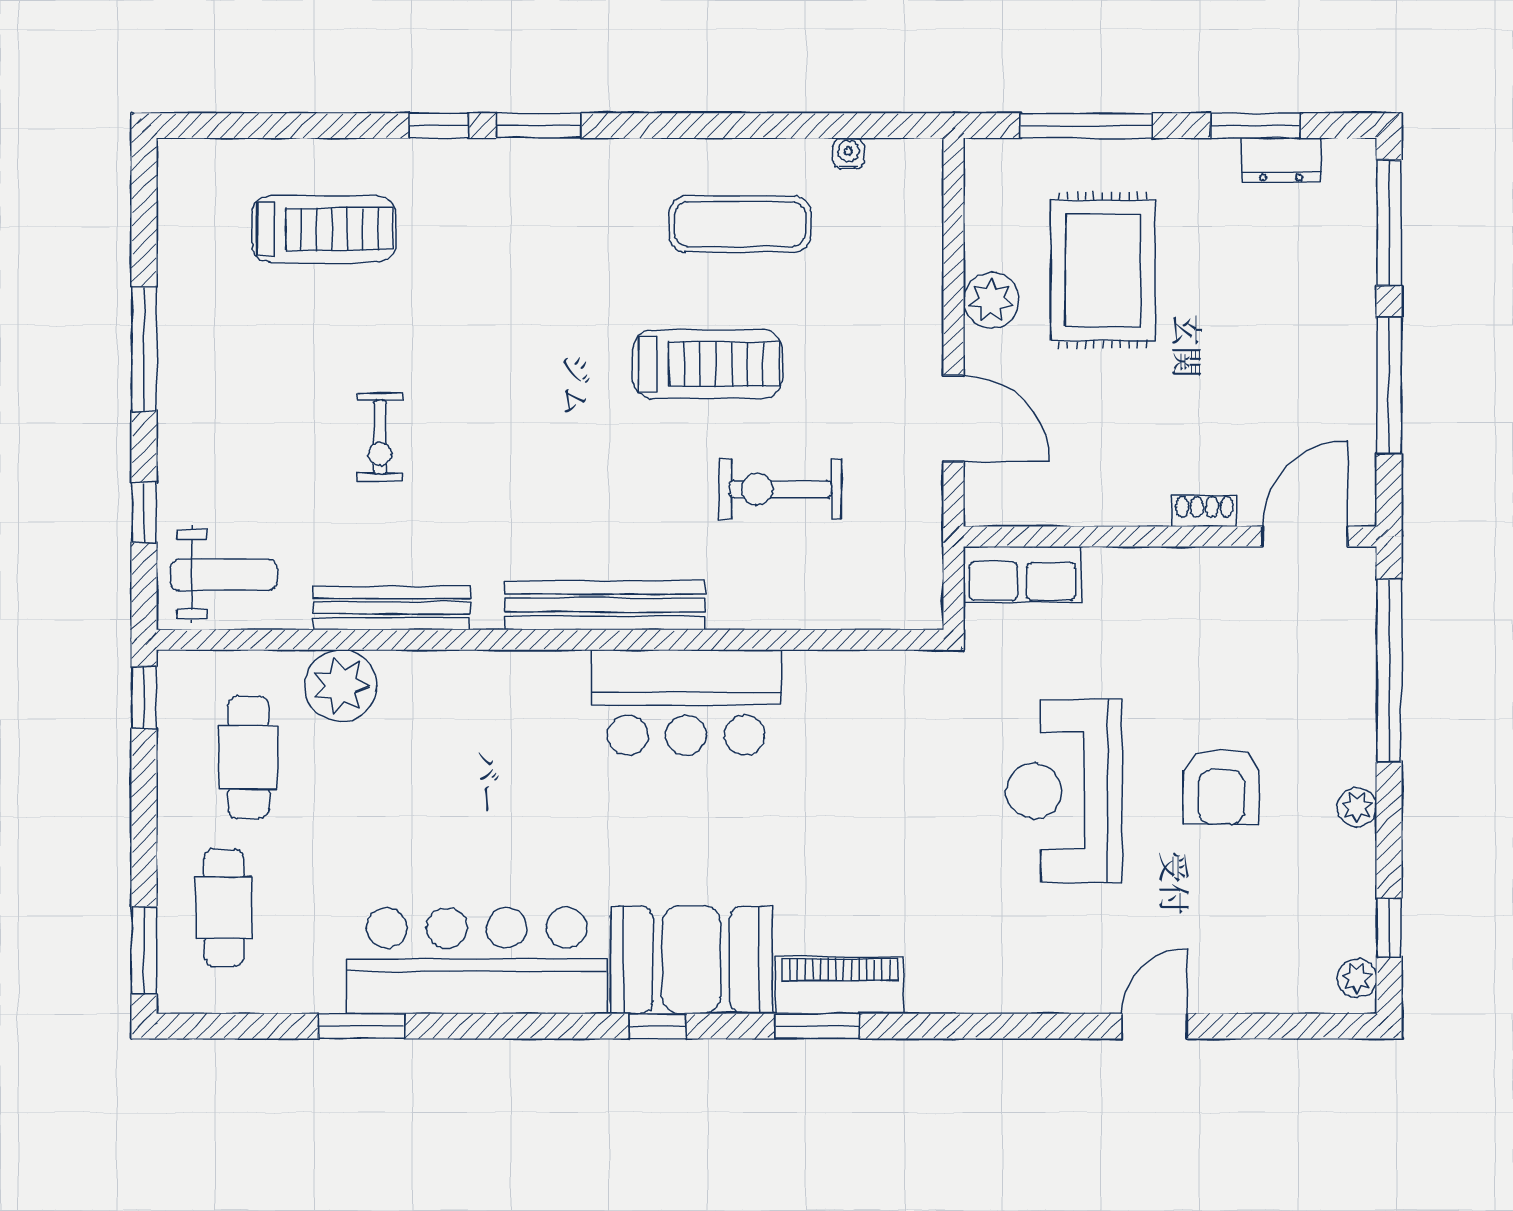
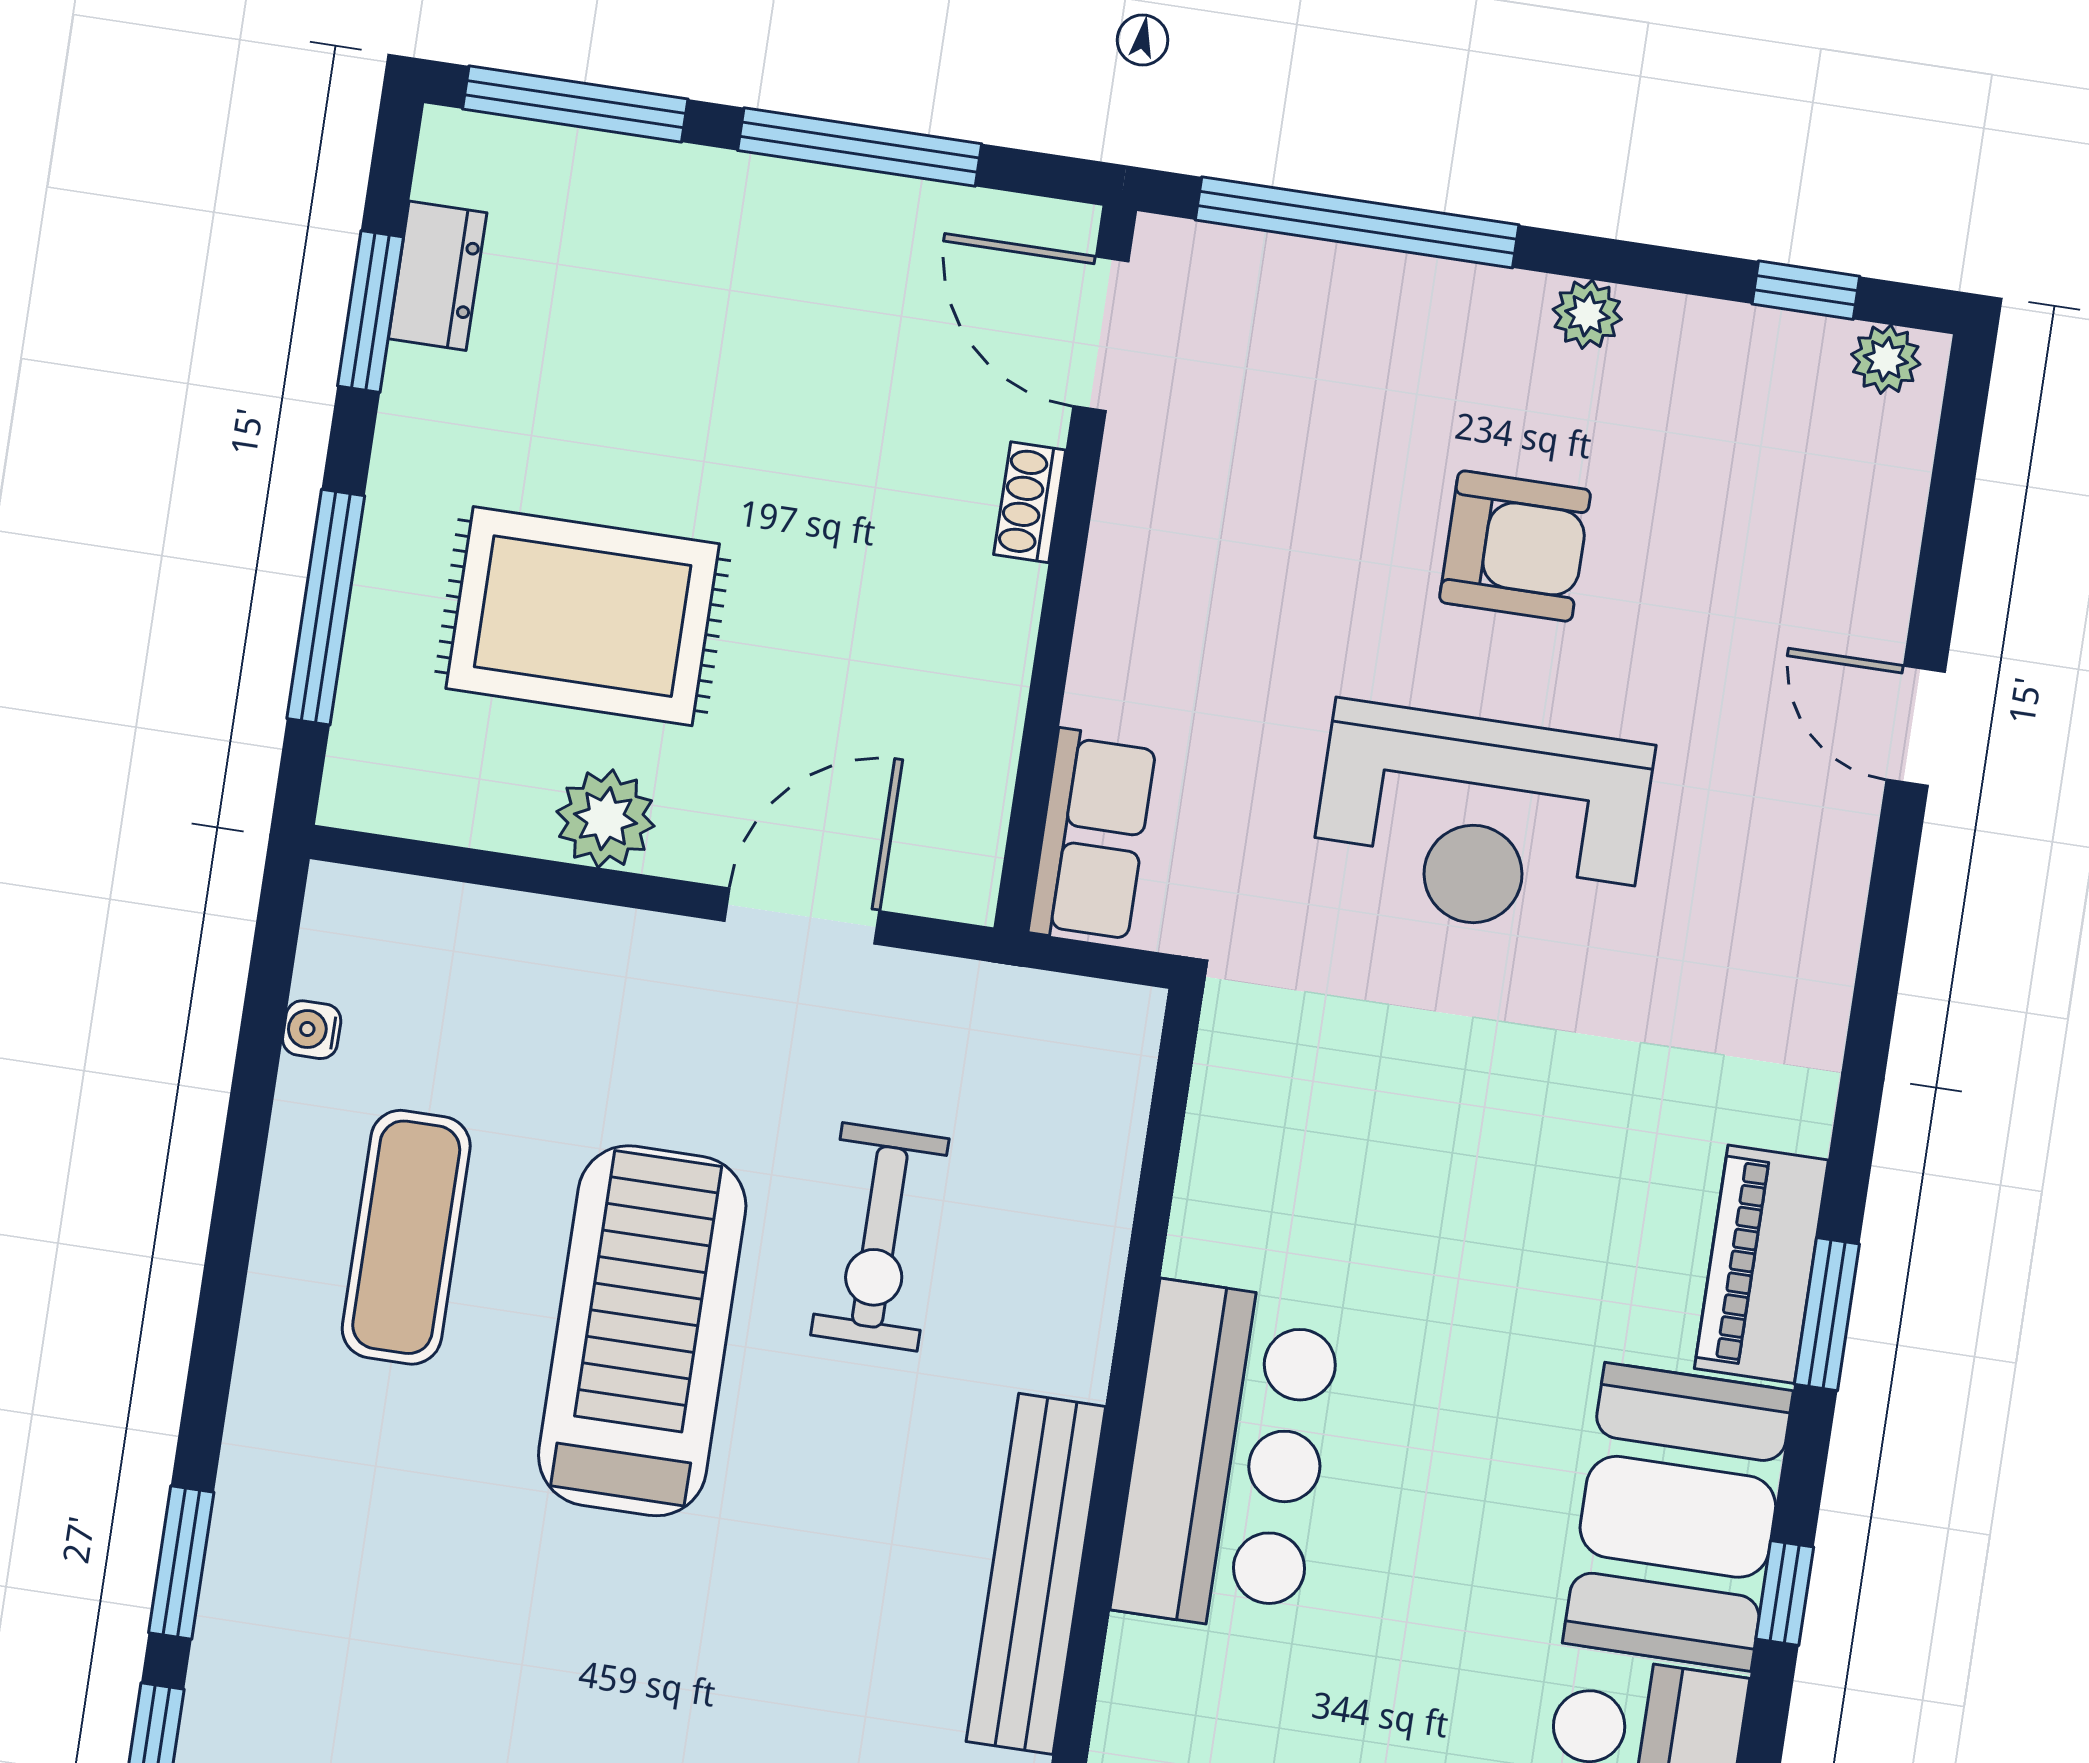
treadmill: (708, 364) -> (642, 1331), width x1.37, depth x1.38

